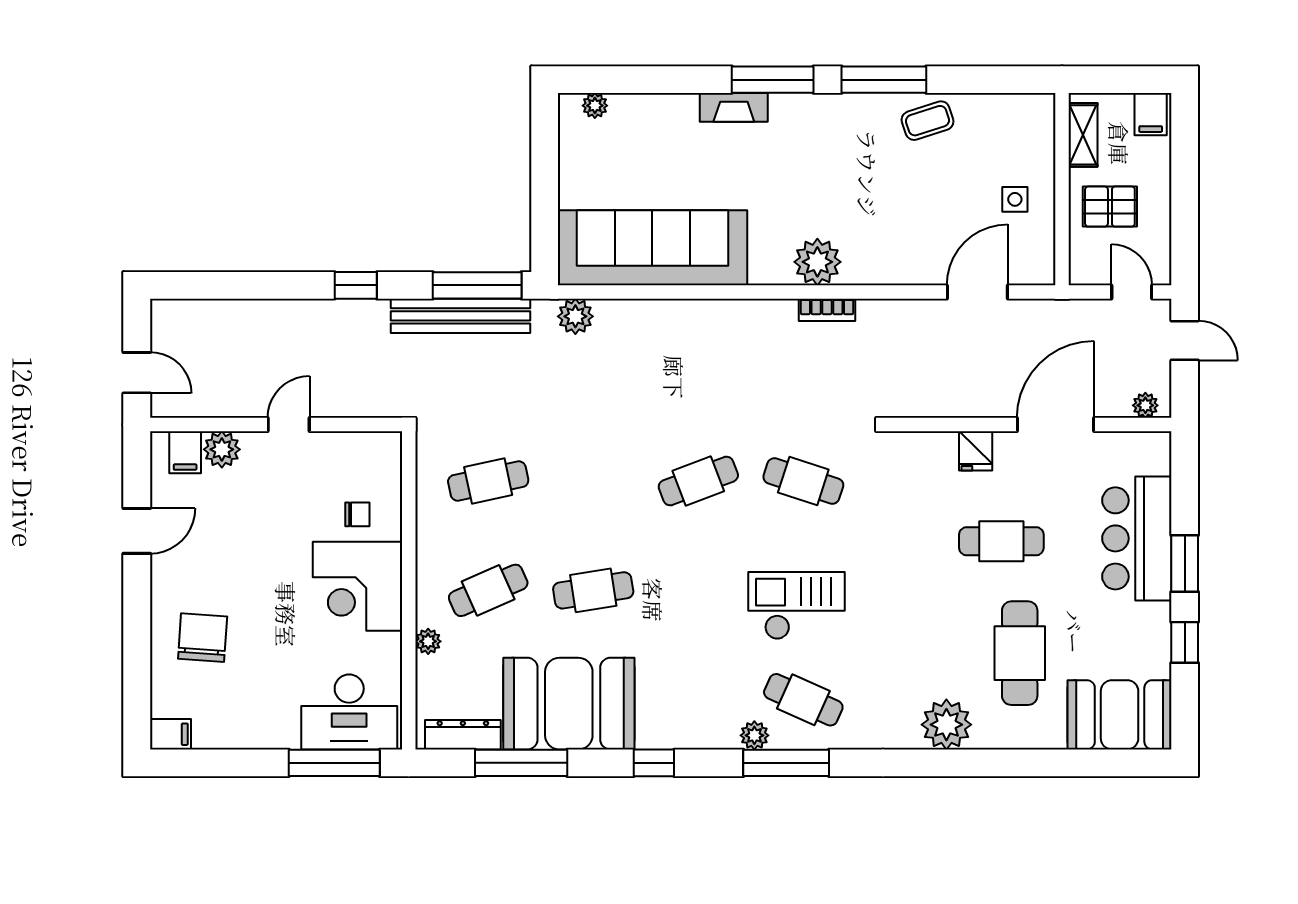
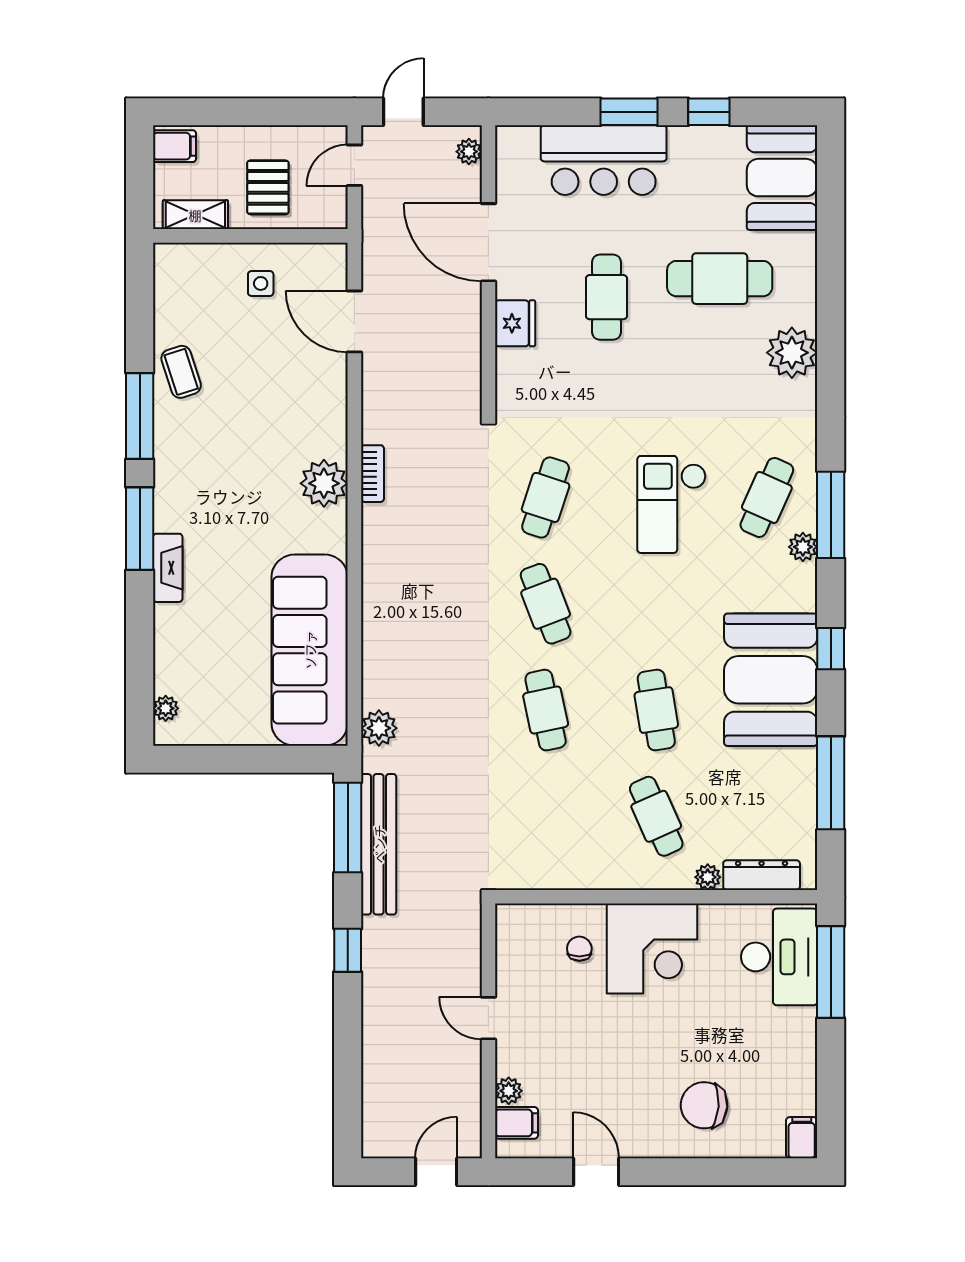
plant: (222, 449) -> (509, 1091), width x0.73, depth x0.73
fridge: (976, 451) -> (515, 323), width x1.38
cafe table: (488, 481) -> (546, 710), moved
booth: (569, 704) -> (771, 680), moved
dresser: (463, 735) -> (762, 875), moved, turned 90

